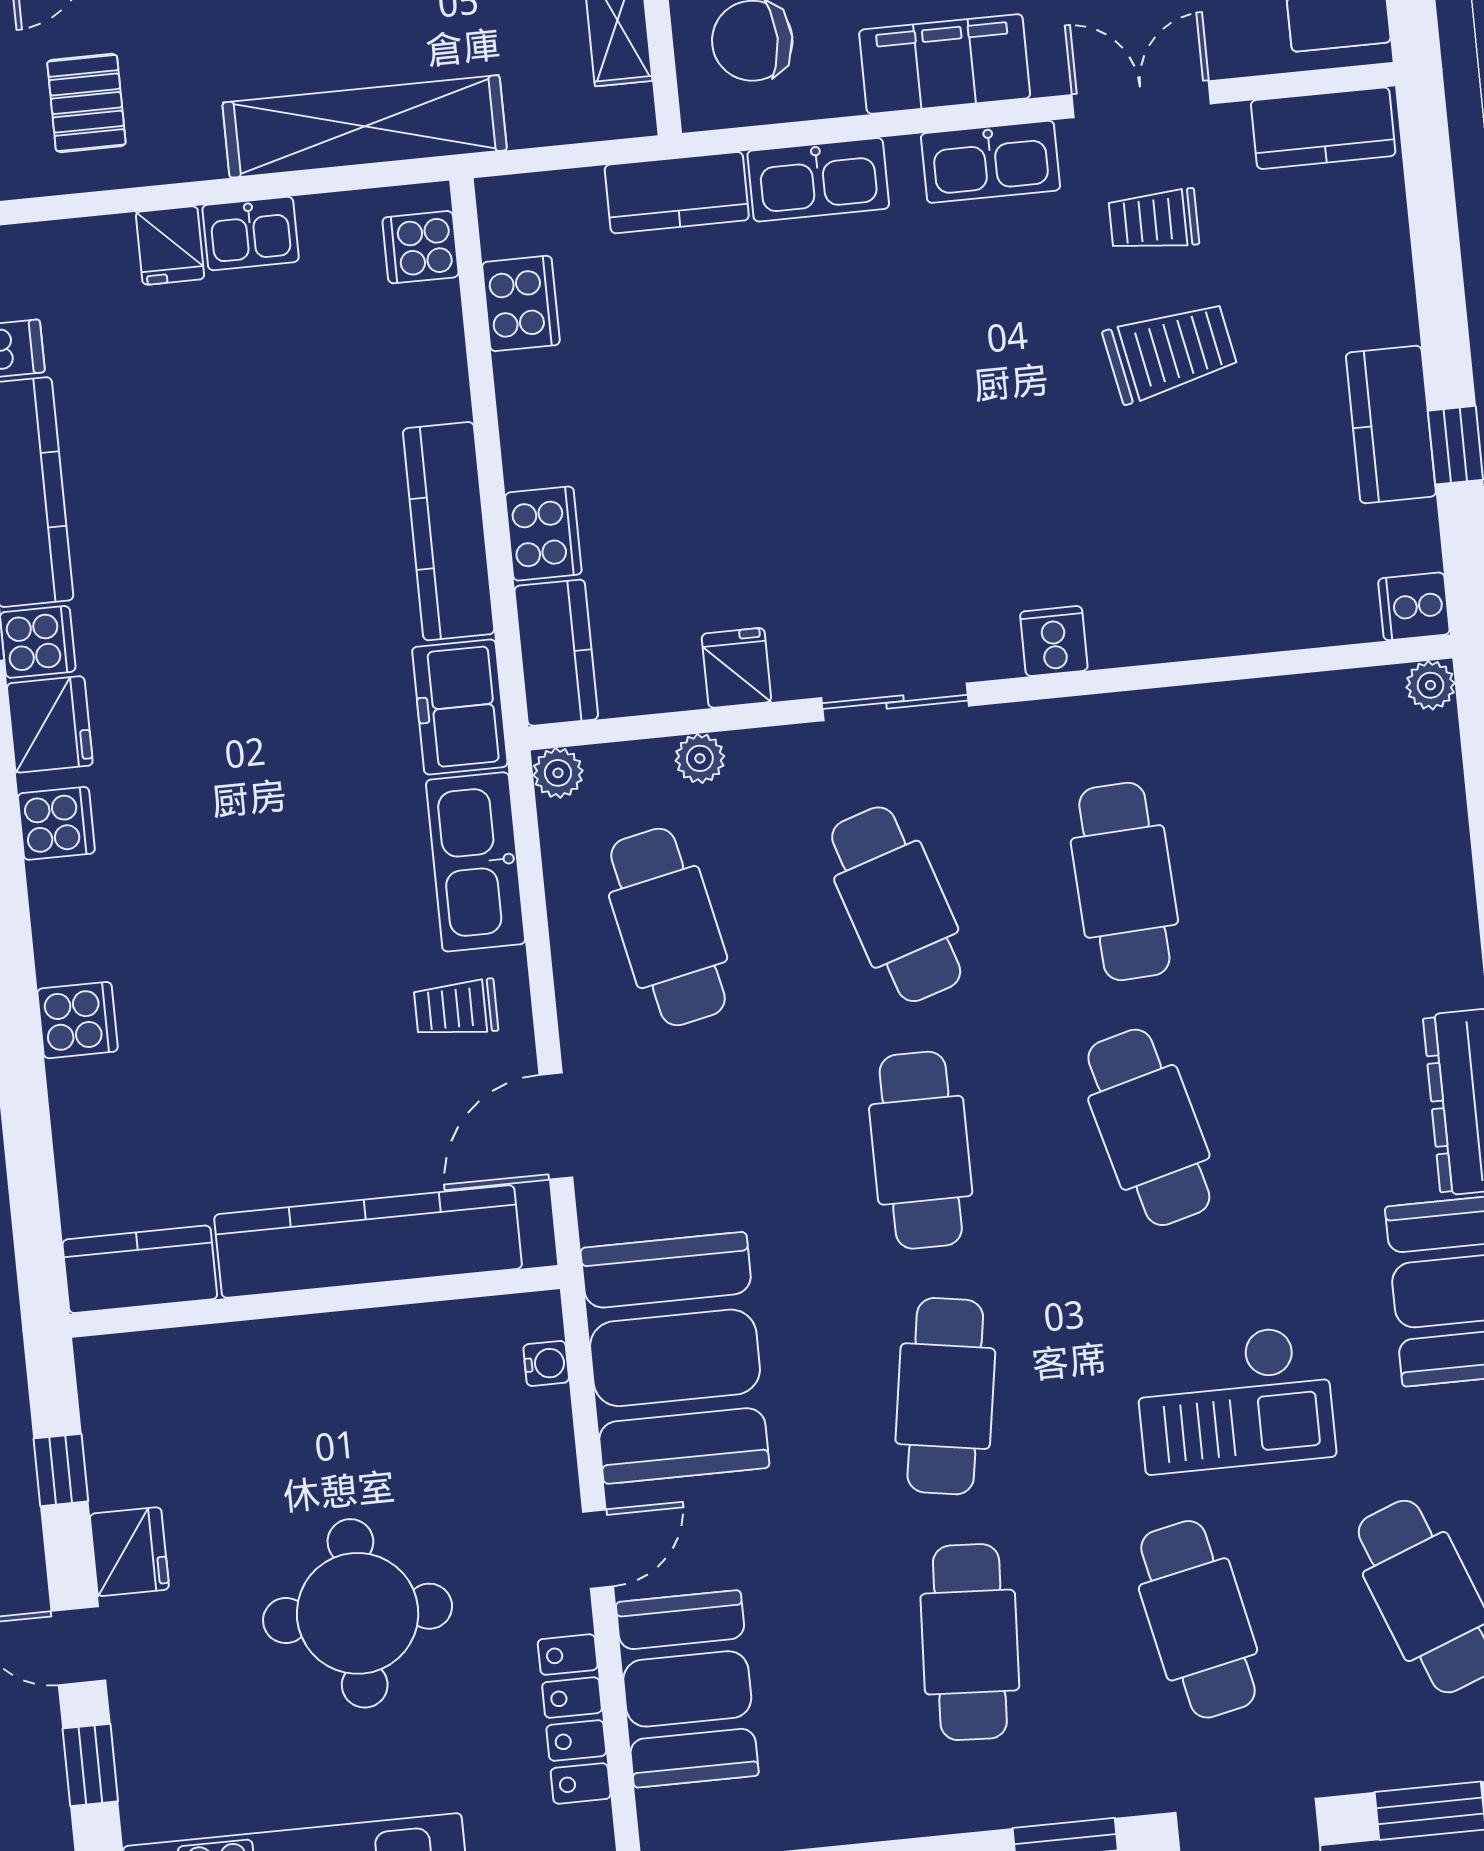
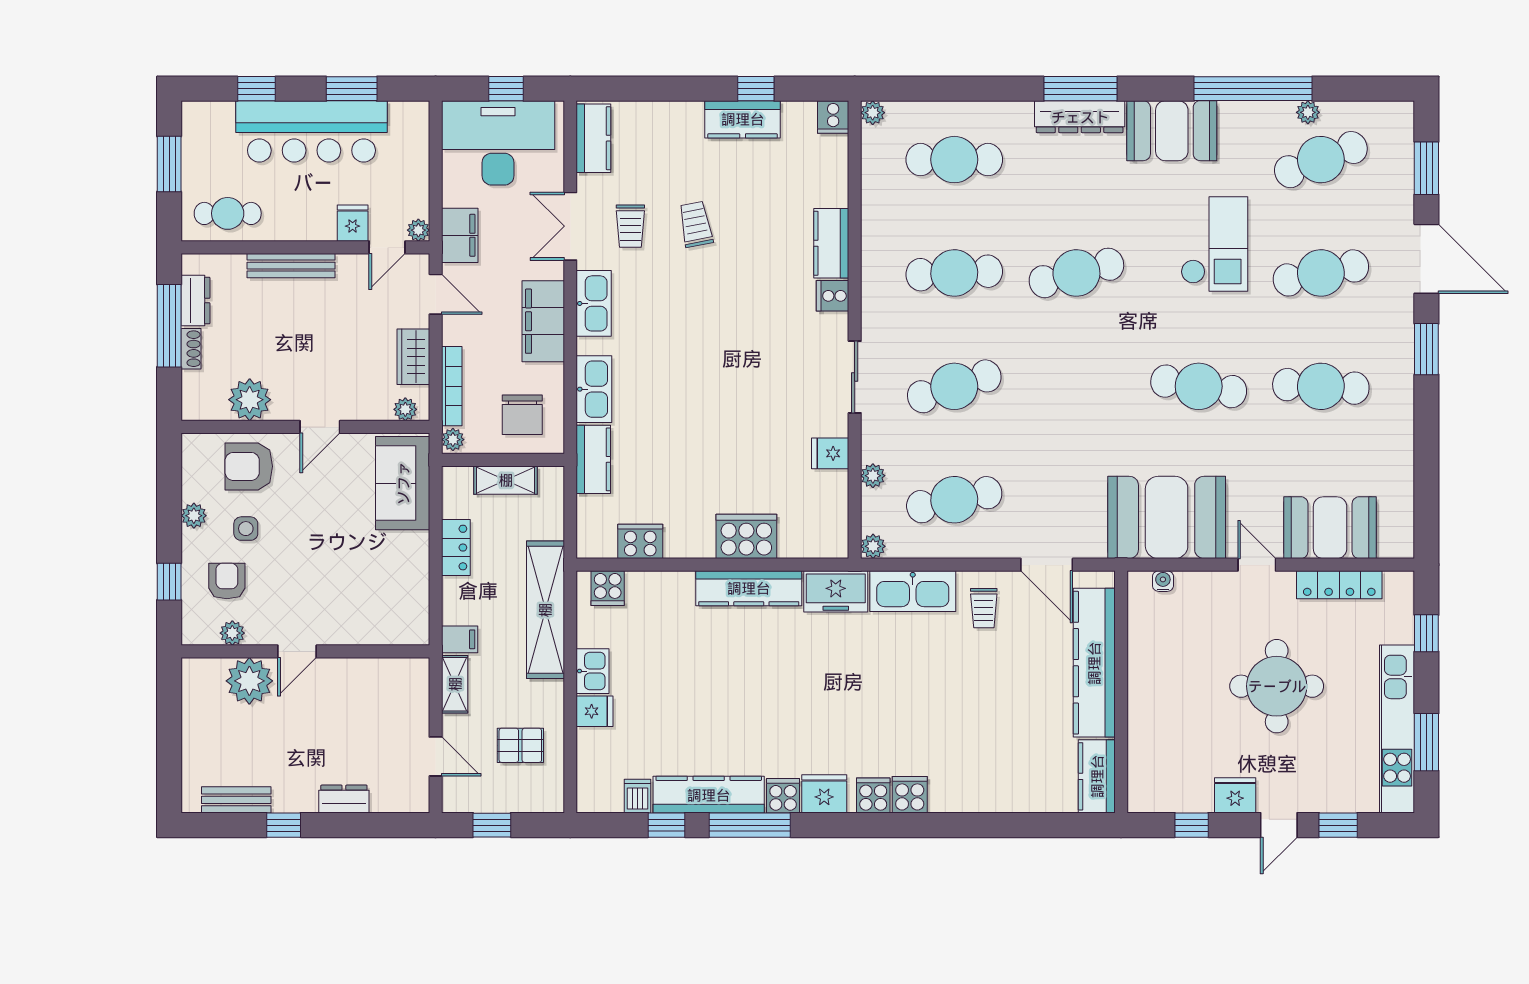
trolley: (1170, 351) -> (696, 224), width x0.73, depth x0.72
cooker: (543, 534) -> (746, 536), width x1.37, depth x1.31
kitchen counter: (556, 653) -> (831, 243), moved, turned -90
cooker: (78, 1020) -> (910, 795), moved
cafe table: (921, 1150) -> (954, 160), moved

